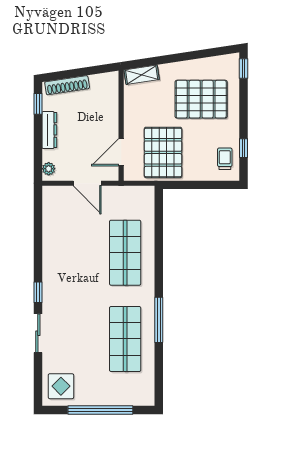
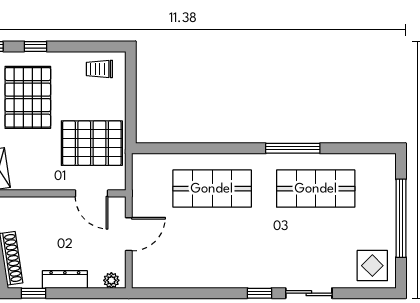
window: (244, 148) -> (35, 46), moved

